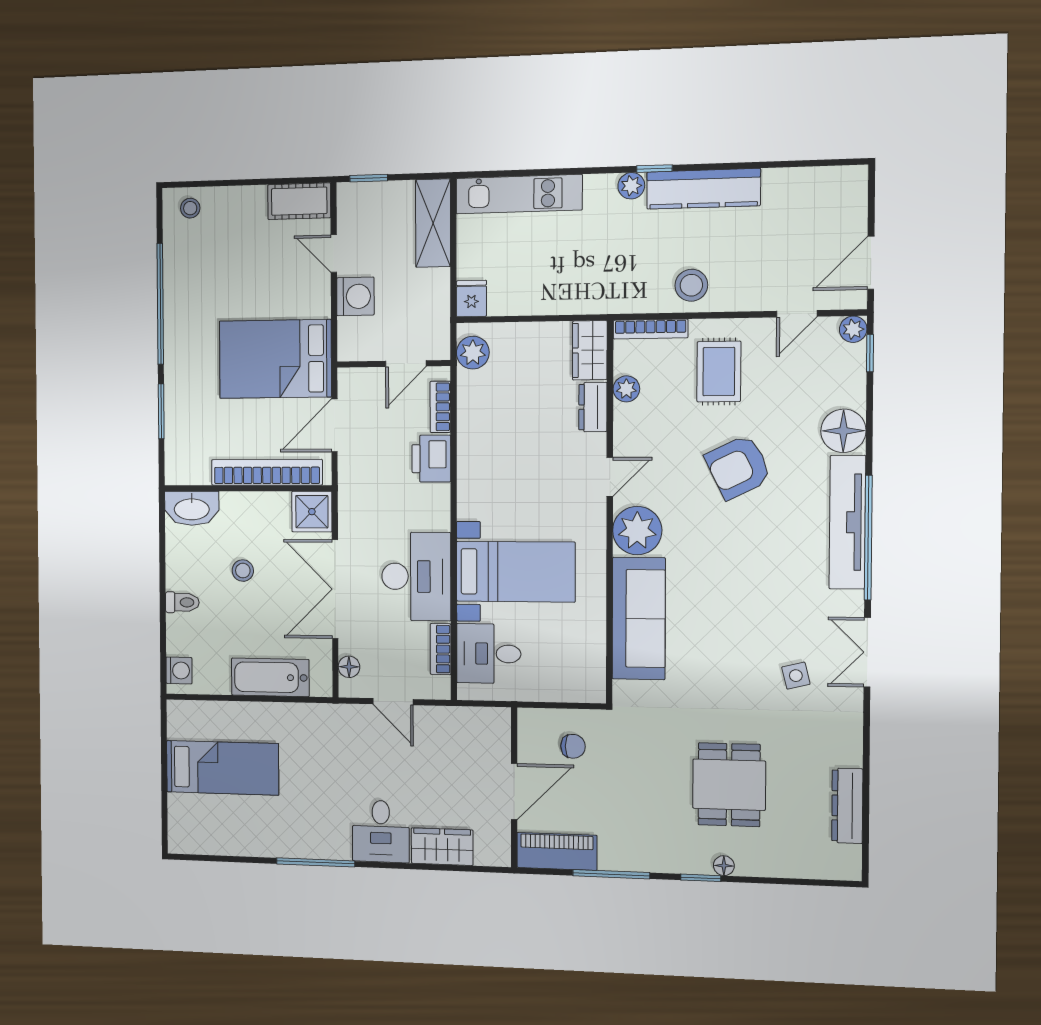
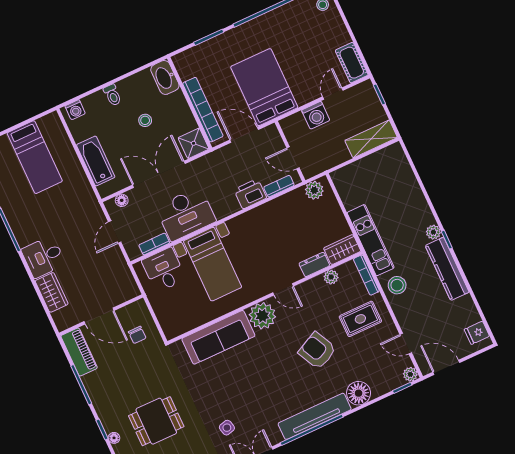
kitchen unit: (519, 194) -> (371, 240), moved, turned 180
fridge: (471, 299) -> (477, 333), moved, turned 180

